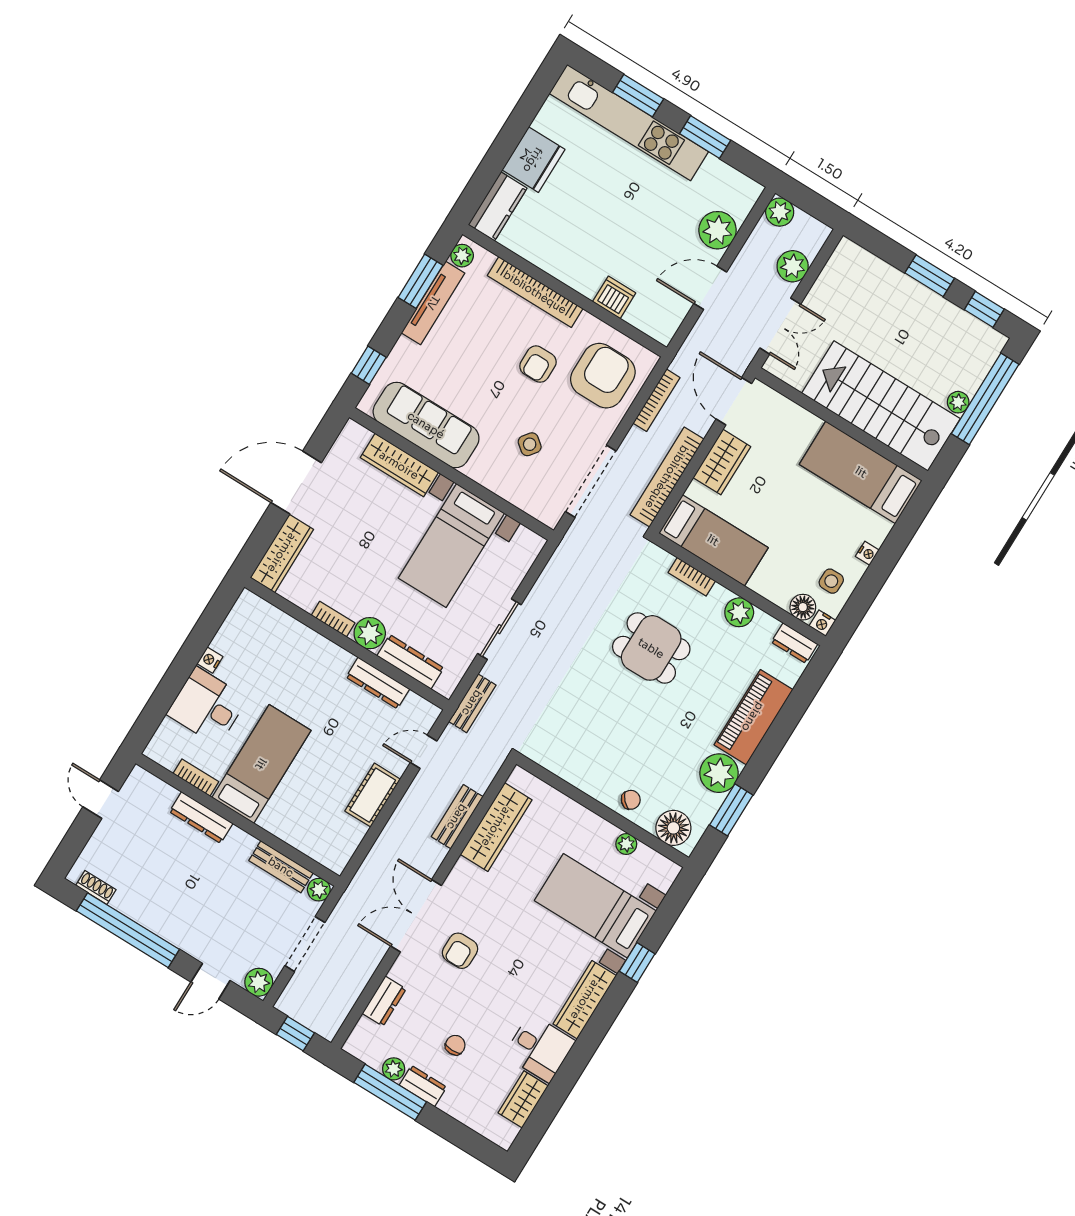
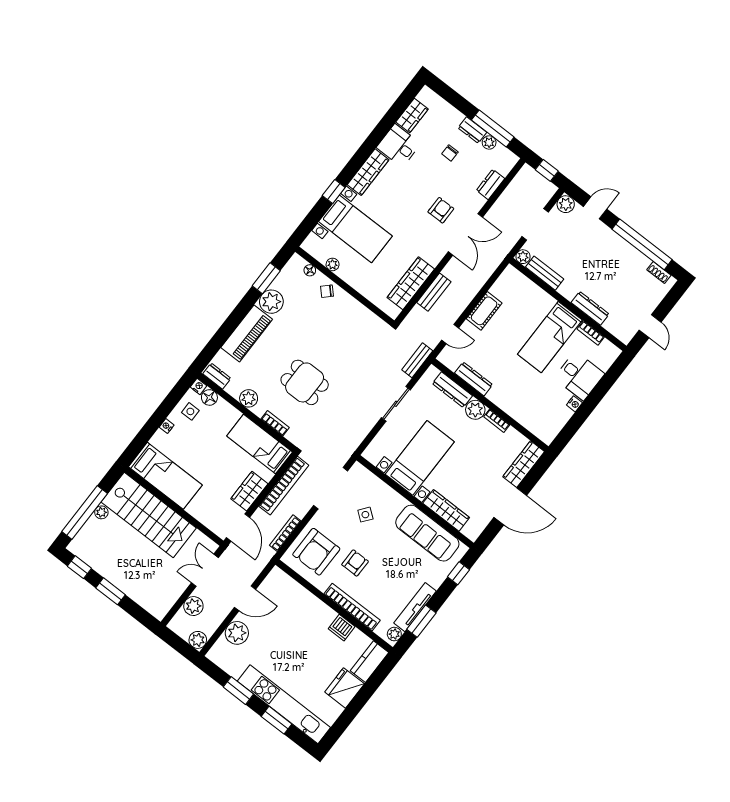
dishwasher: (614, 297) -> (342, 628), moved
floor lamp: (673, 828) -> (310, 270), width x0.53, depth x0.53

